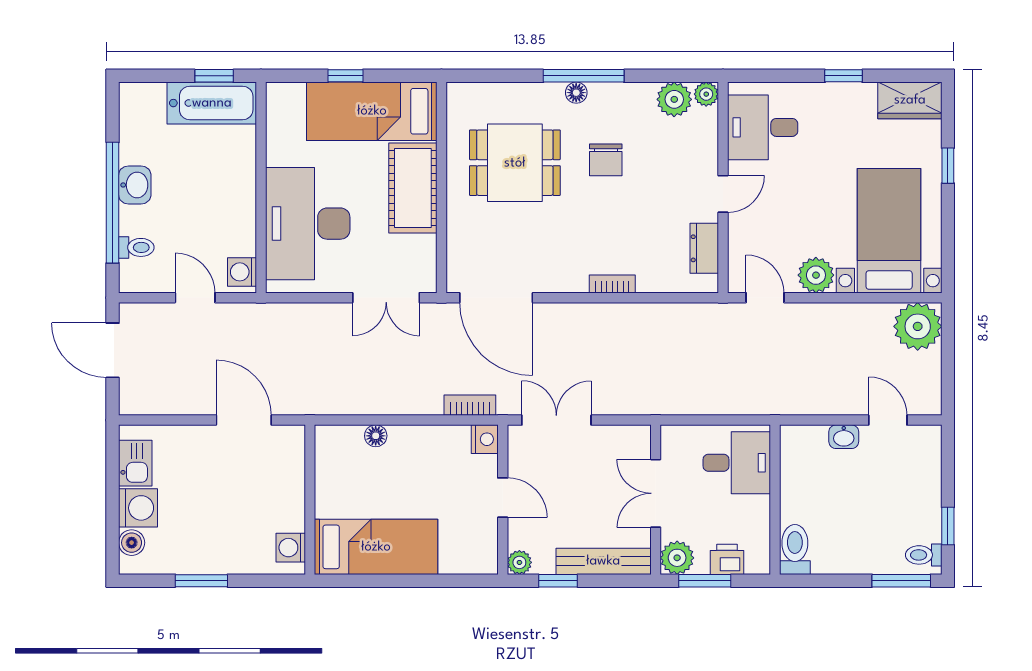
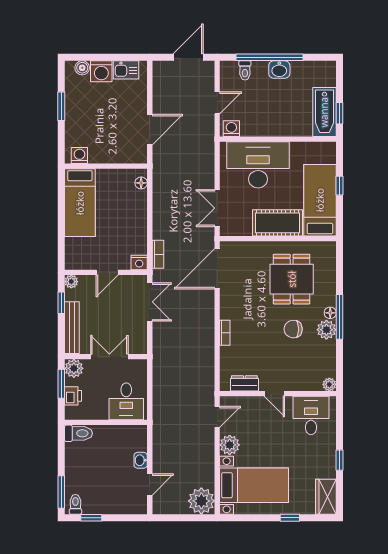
plant: (674, 99) -> (326, 330), moved
floor lamp: (376, 436) -> (141, 183), moved

